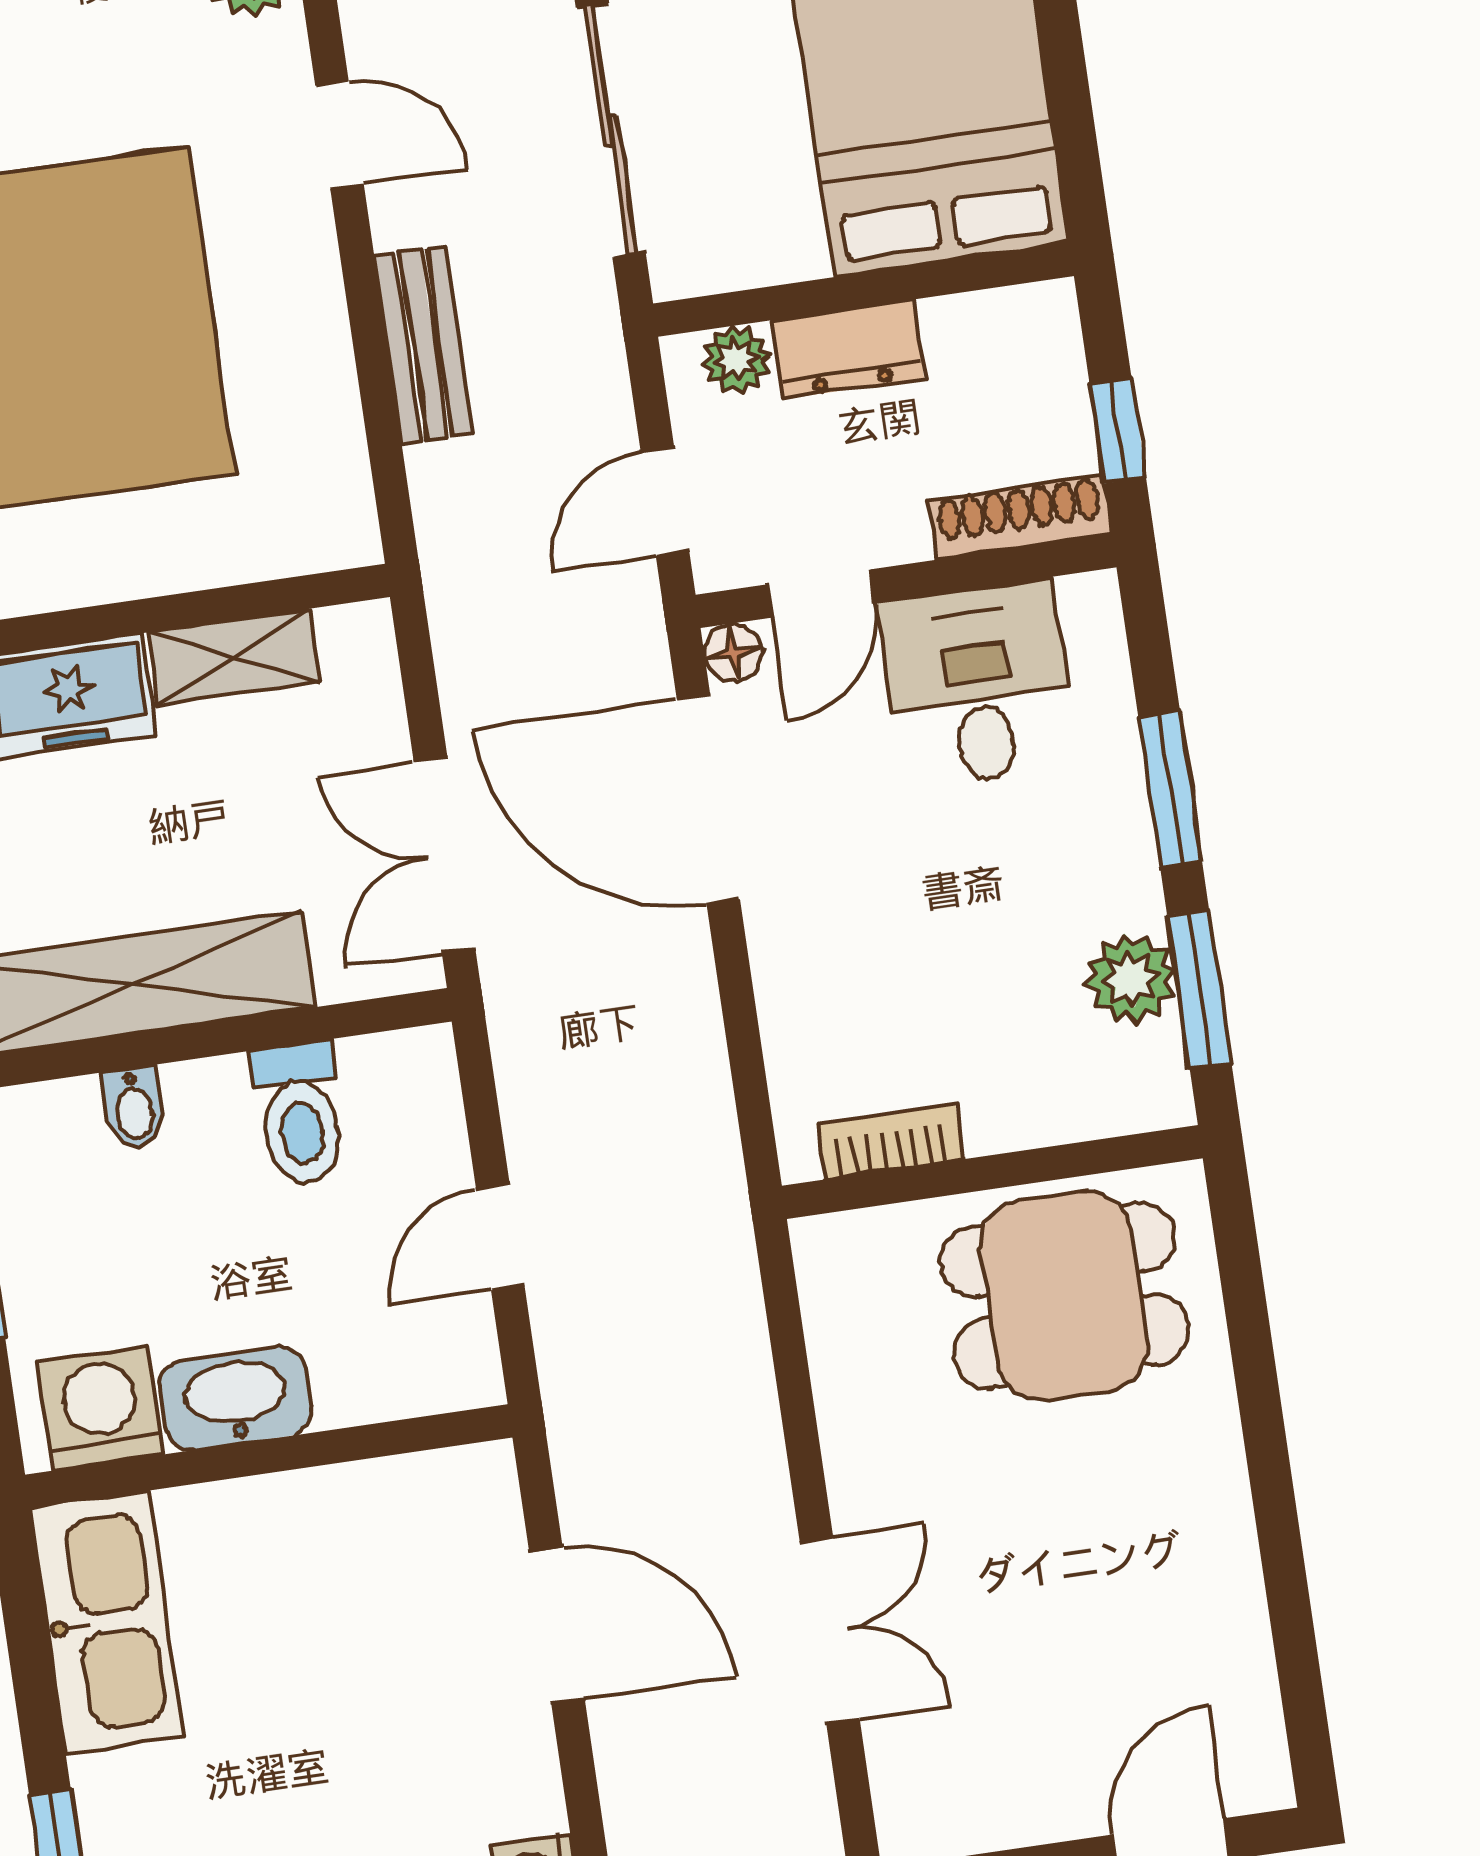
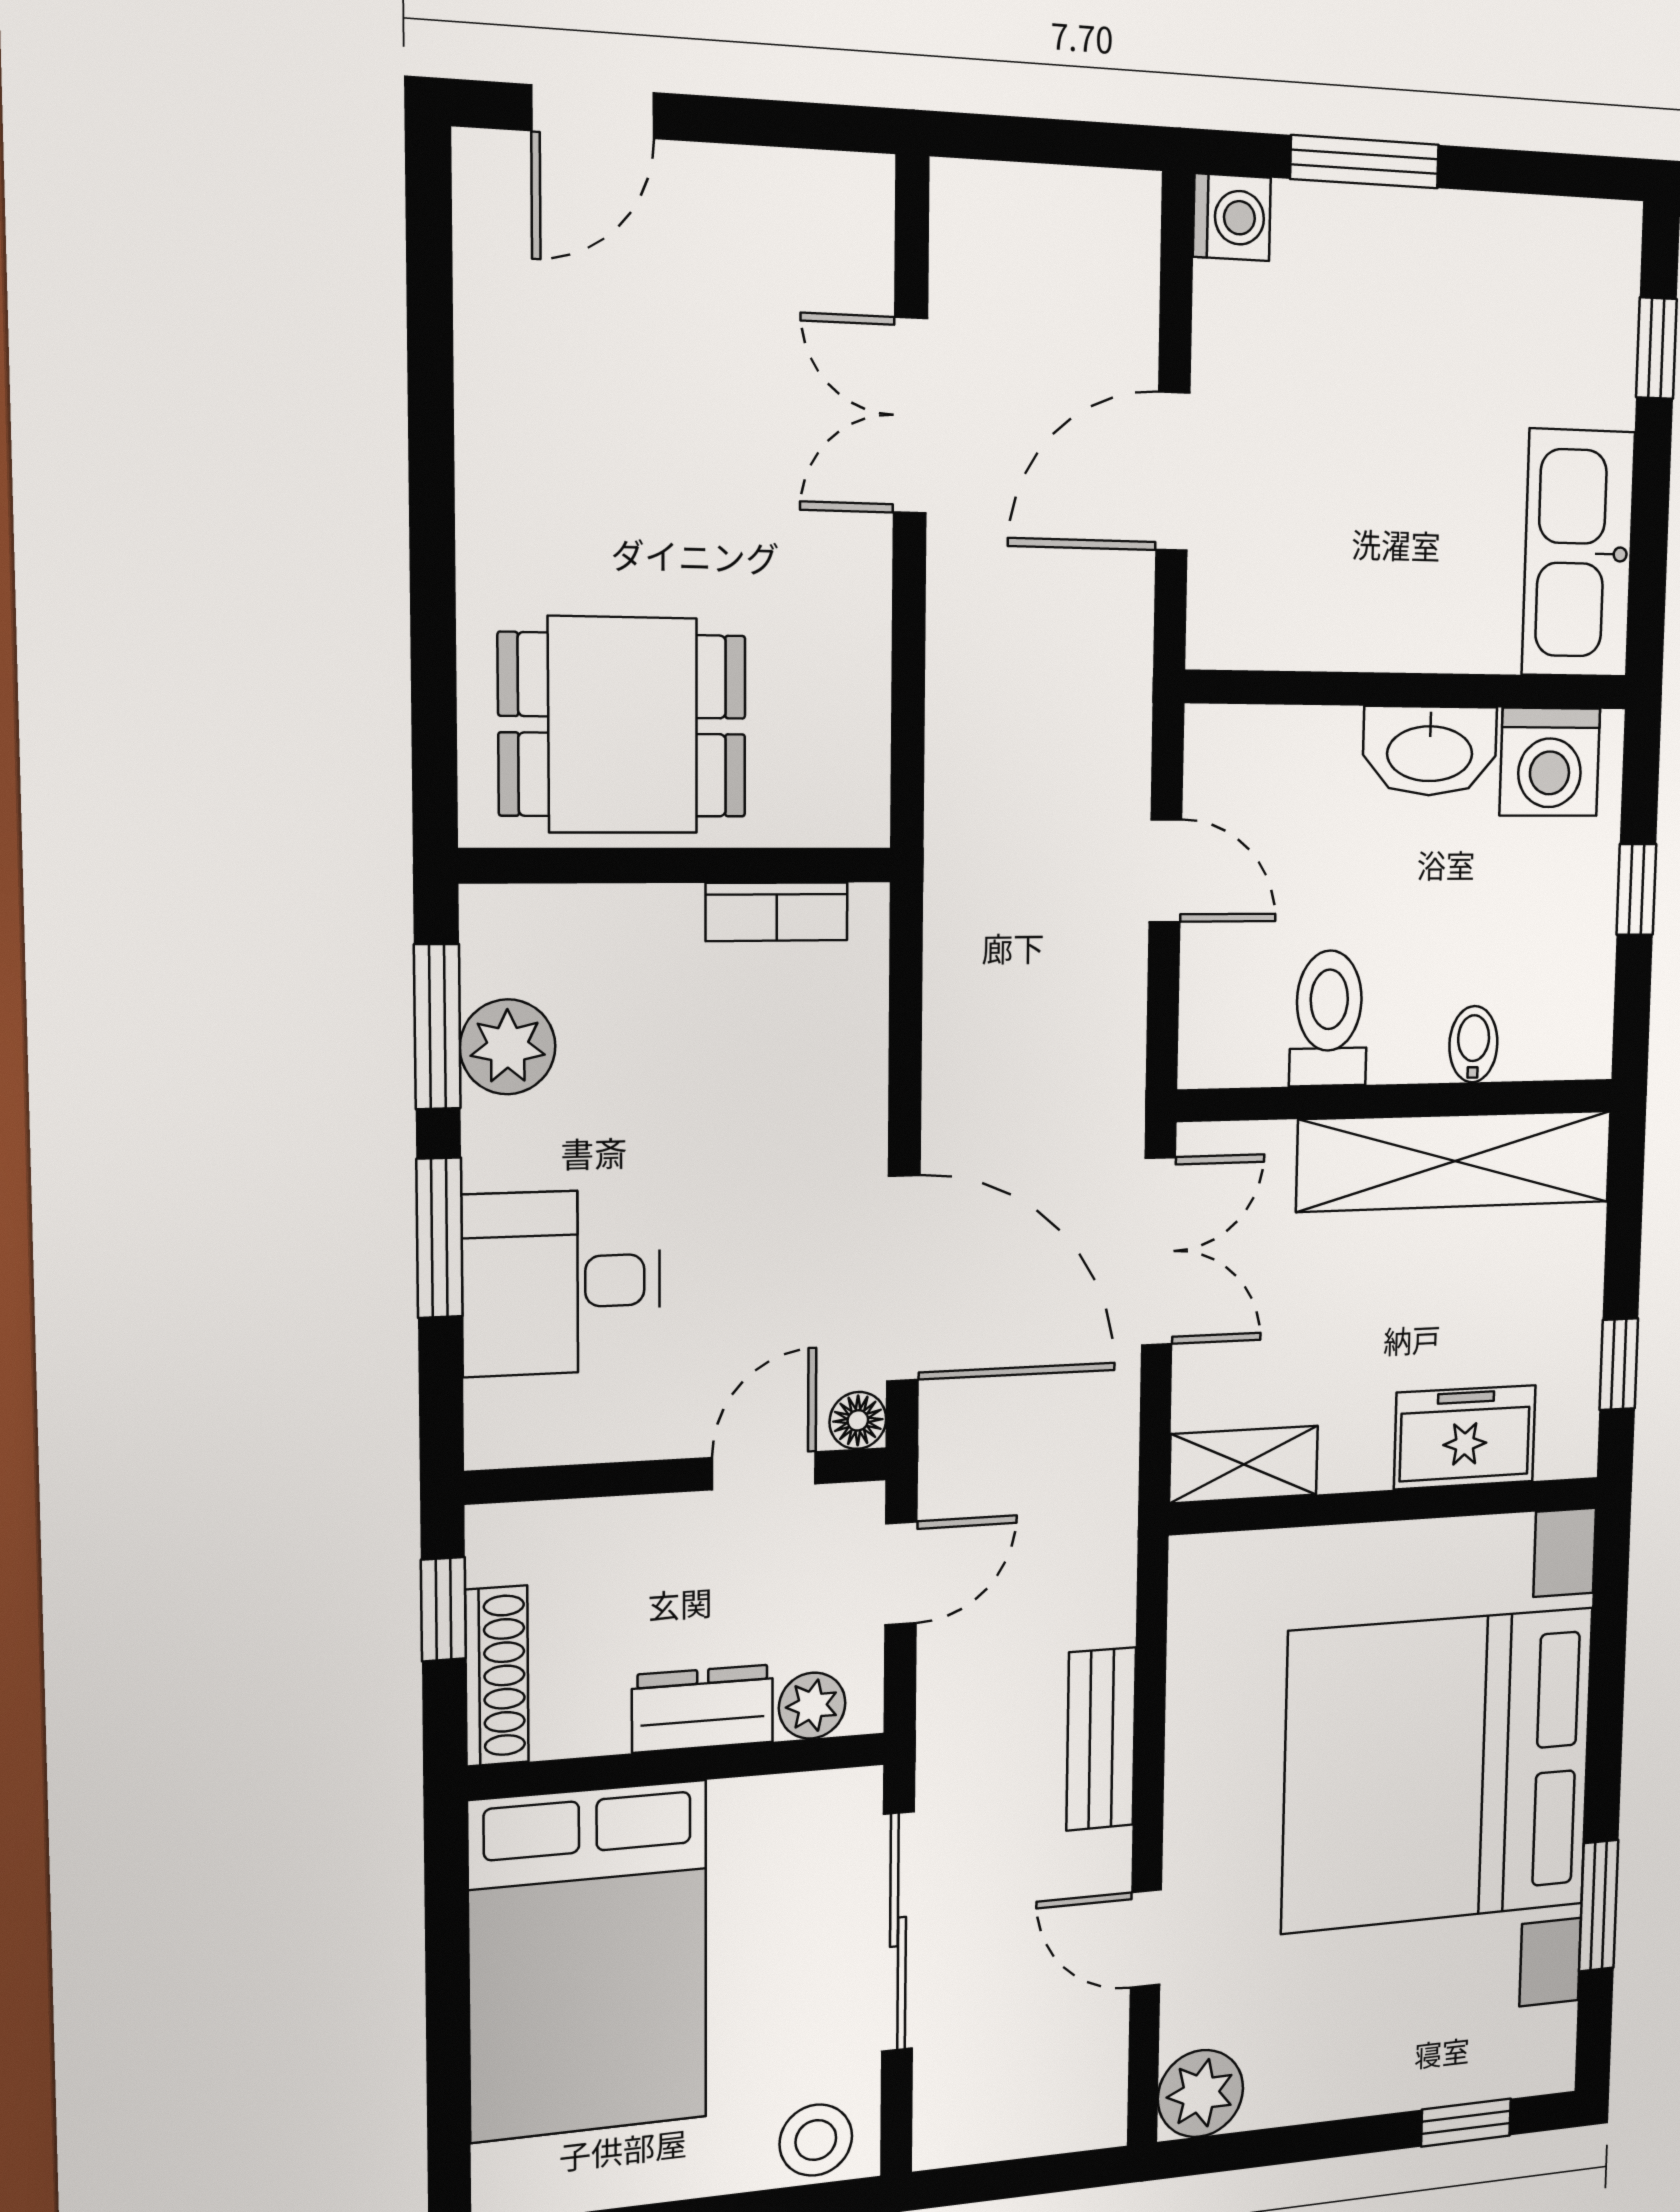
shoe rack: (1020, 517) -> (497, 1676), moved, turned -90
shelving: (234, 657) -> (1244, 1464), moved
desk: (978, 684) -> (562, 1282), moved, turned 90
door: (500, 1237) -> (1165, 871), hinge flipped
door: (557, 1626) -> (1173, 472), hinge flipped

